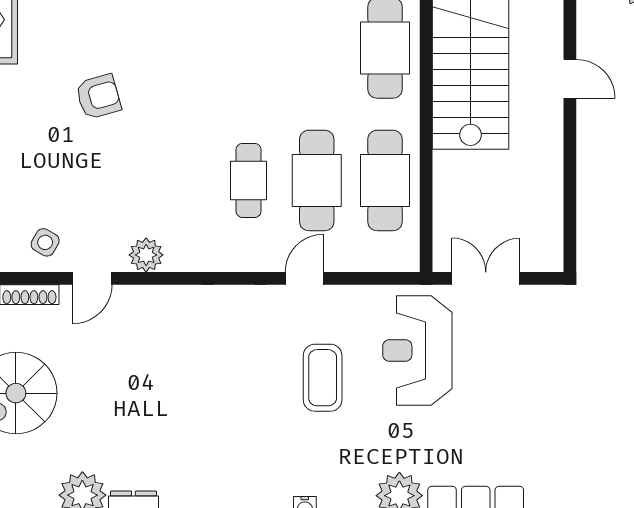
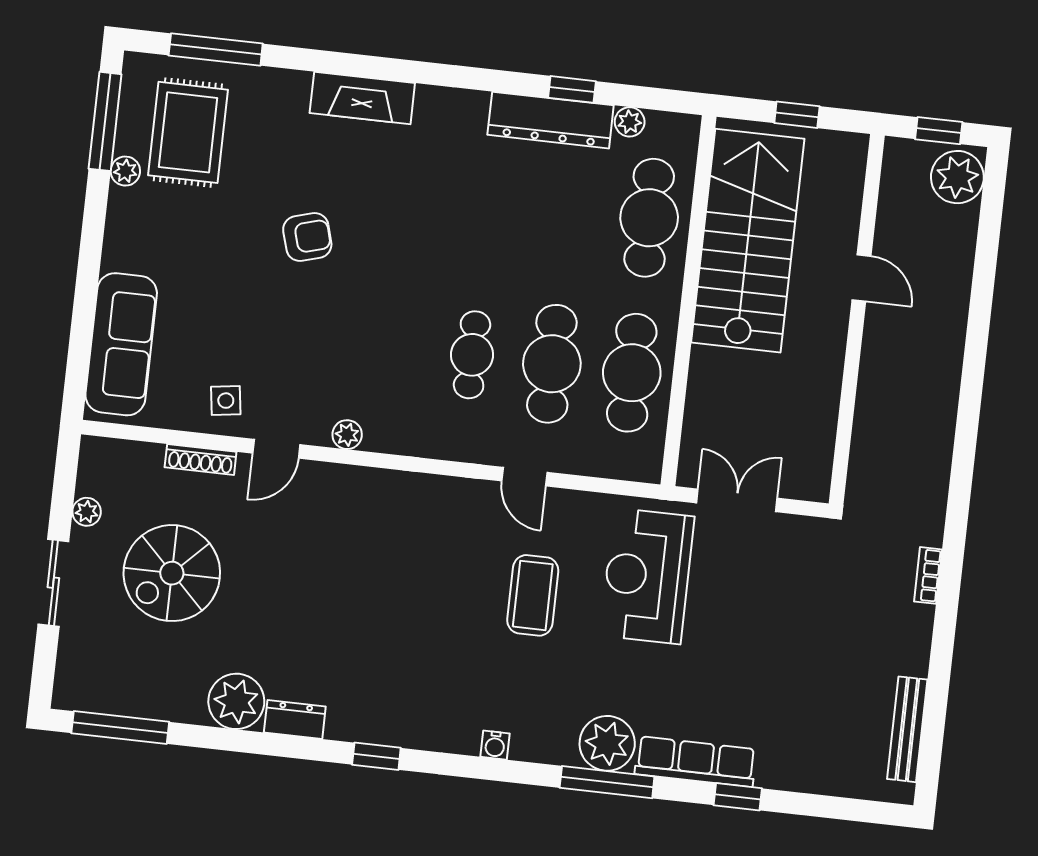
side table: (45, 242) -> (226, 401), turned -37
plant: (146, 255) -> (347, 435), width x0.73, depth x0.73
door: (304, 278) -> (524, 477), swing flipped

